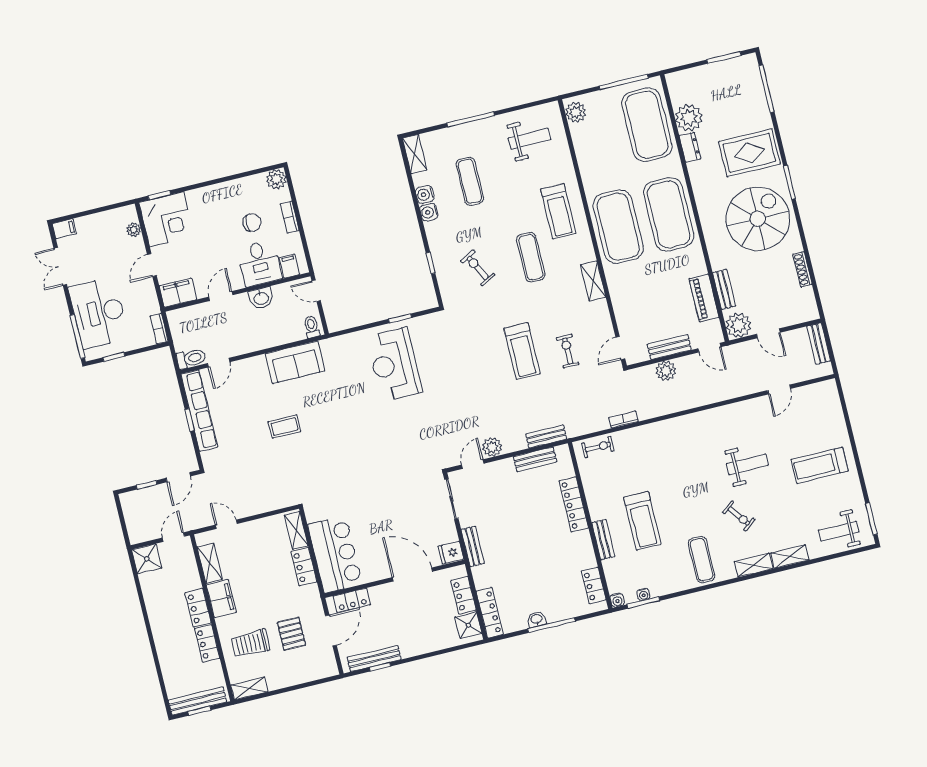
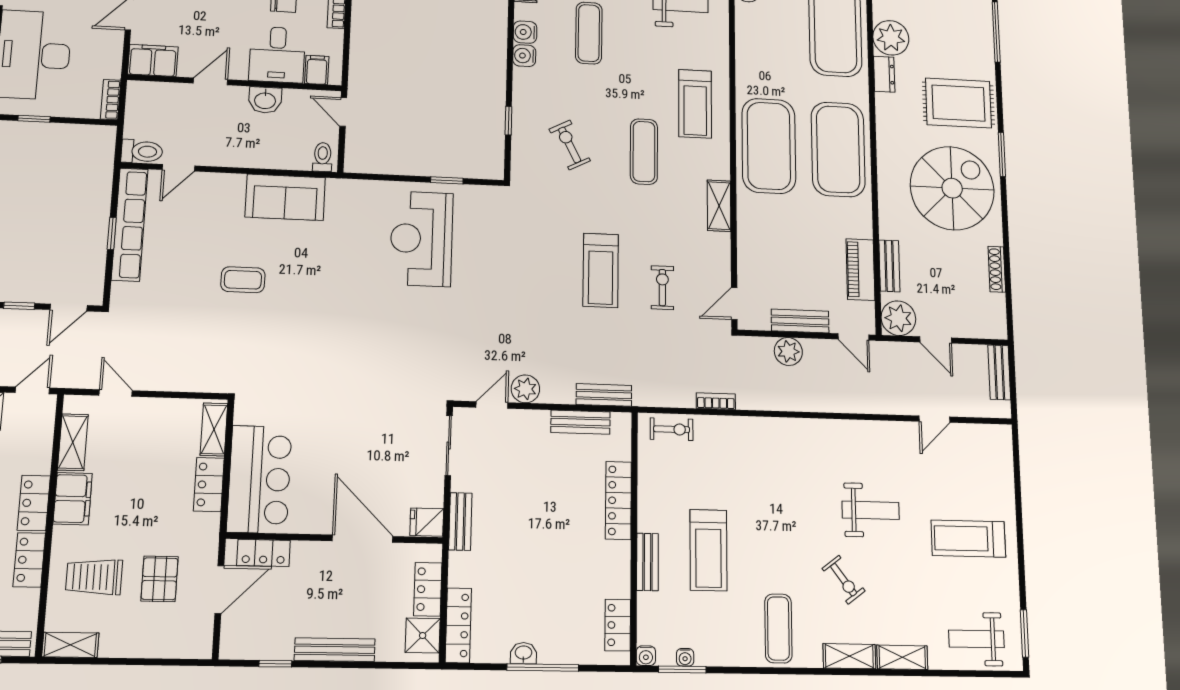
bench: (374, 659) -> (335, 650), moved

